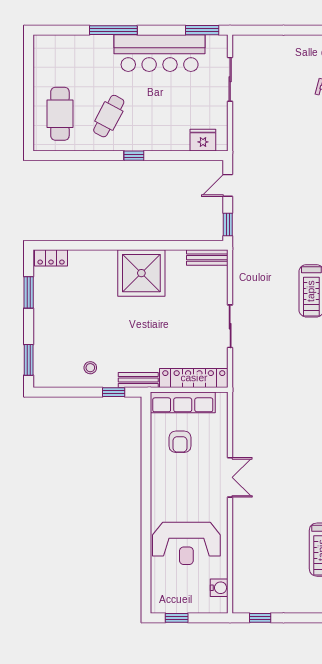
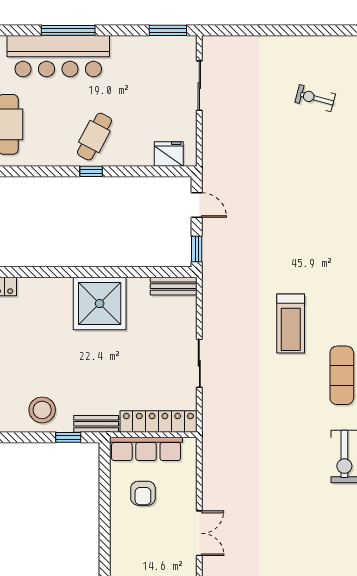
bar counter: (160, 53) -> (58, 56), moved
cafe table: (109, 116) -> (94, 137), moved
door: (228, 185) -> (197, 205), swing flipped
stool: (90, 368) -> (42, 410), width x1.89, depth x1.89

